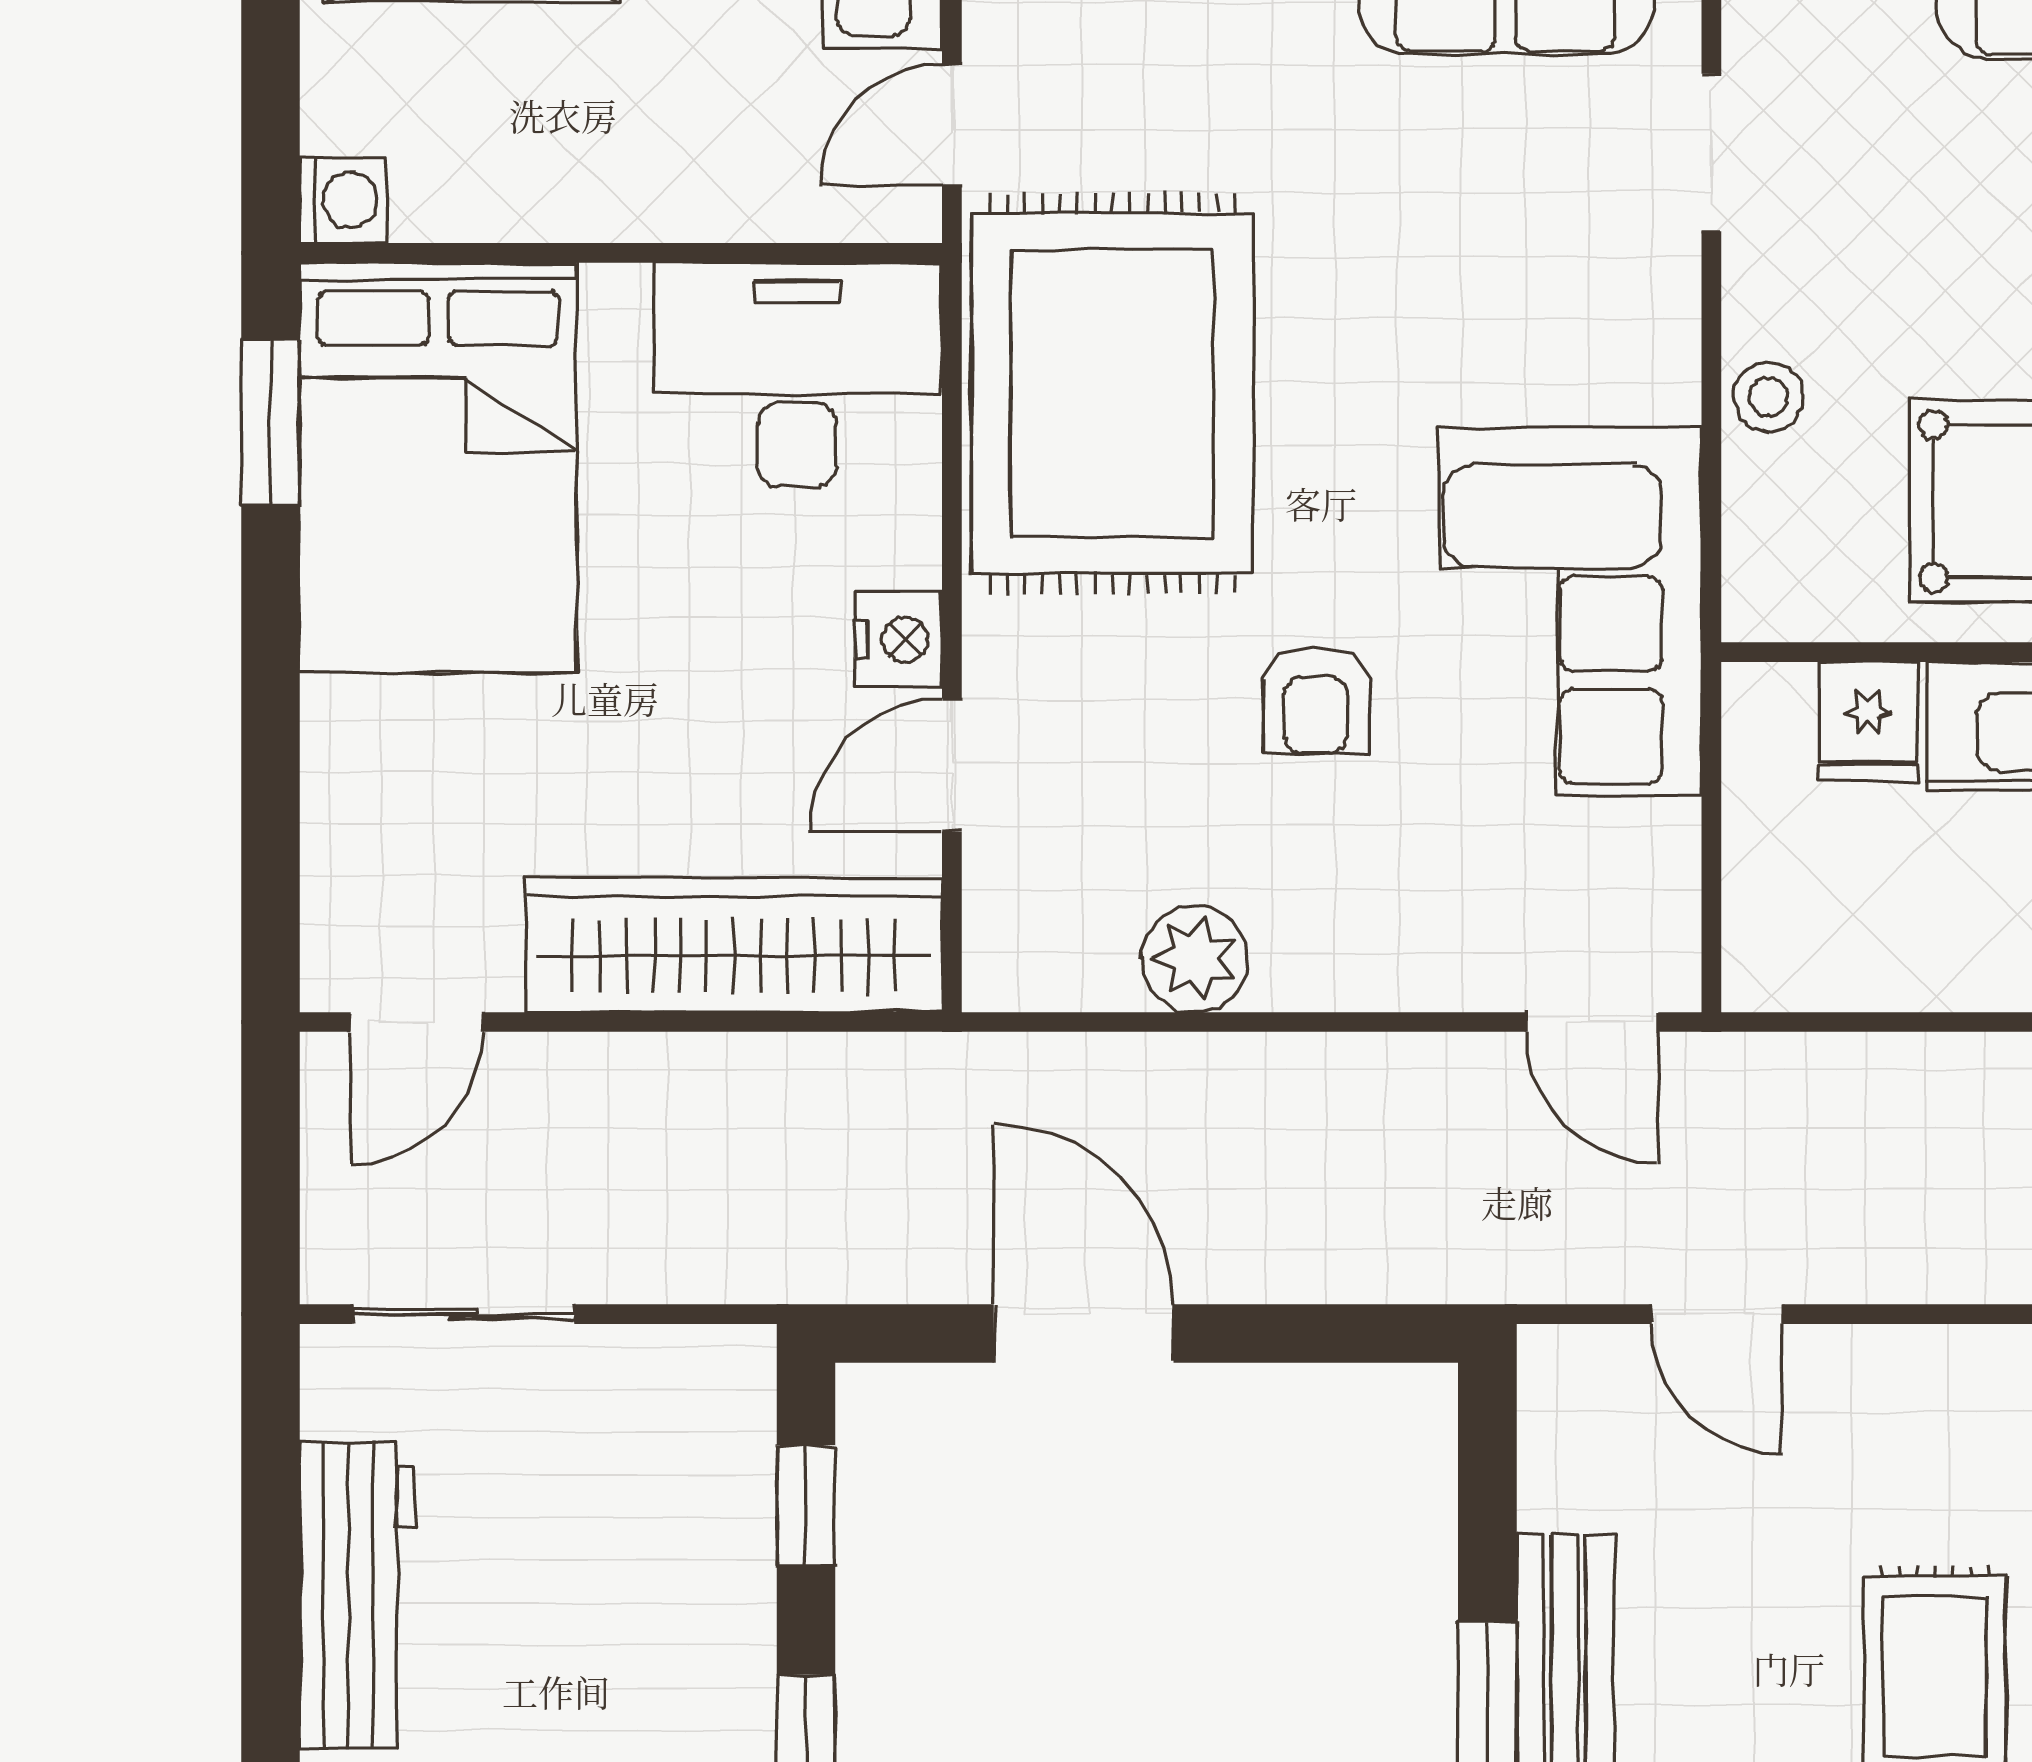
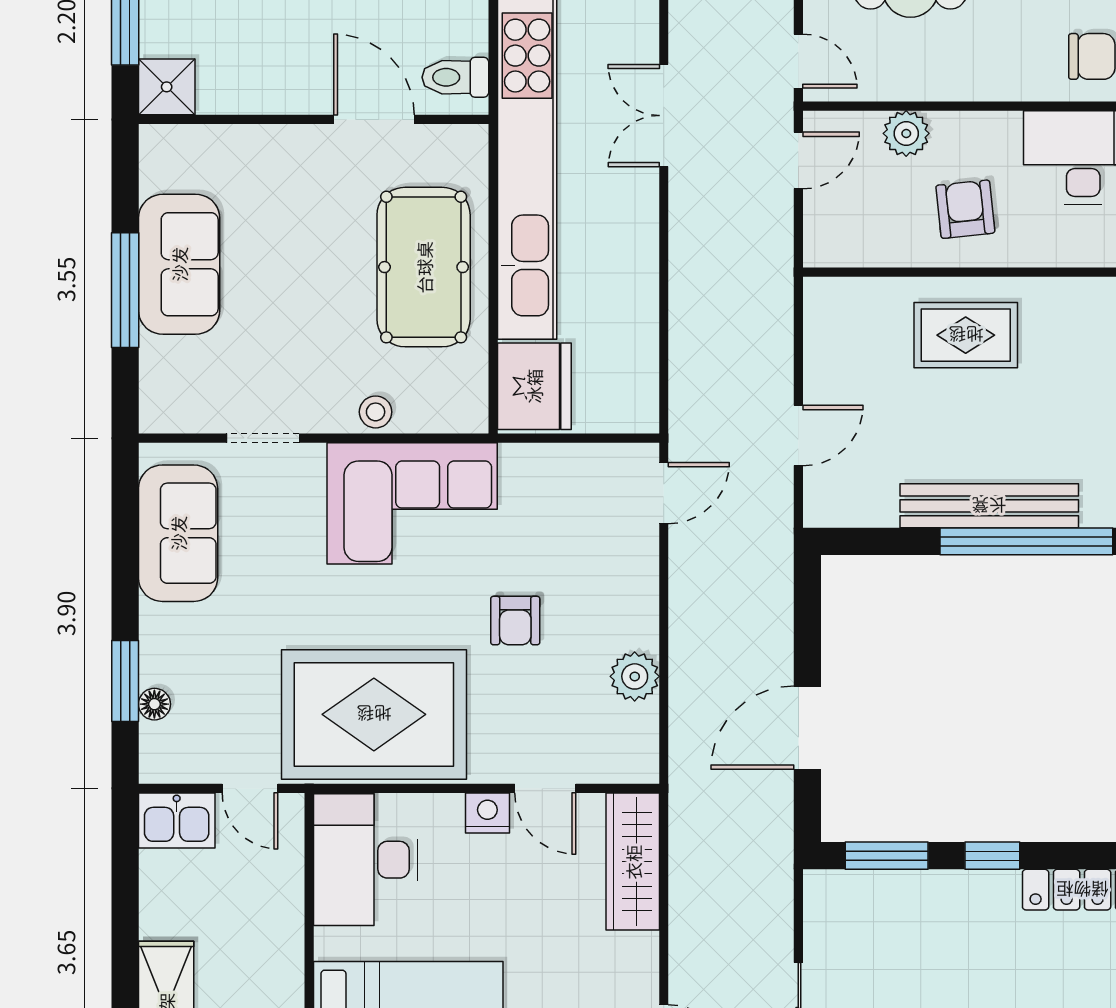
corner sofa: (1570, 612) -> (412, 503), moved
armchair: (1316, 700) -> (515, 621), turned 90
fridge: (1868, 721) -> (534, 386), width x1.88, depth x1.34
wardrobe: (734, 945) -> (633, 862), width x0.71, depth x0.85
window: (806, 1505) -> (887, 856), width x1.50

